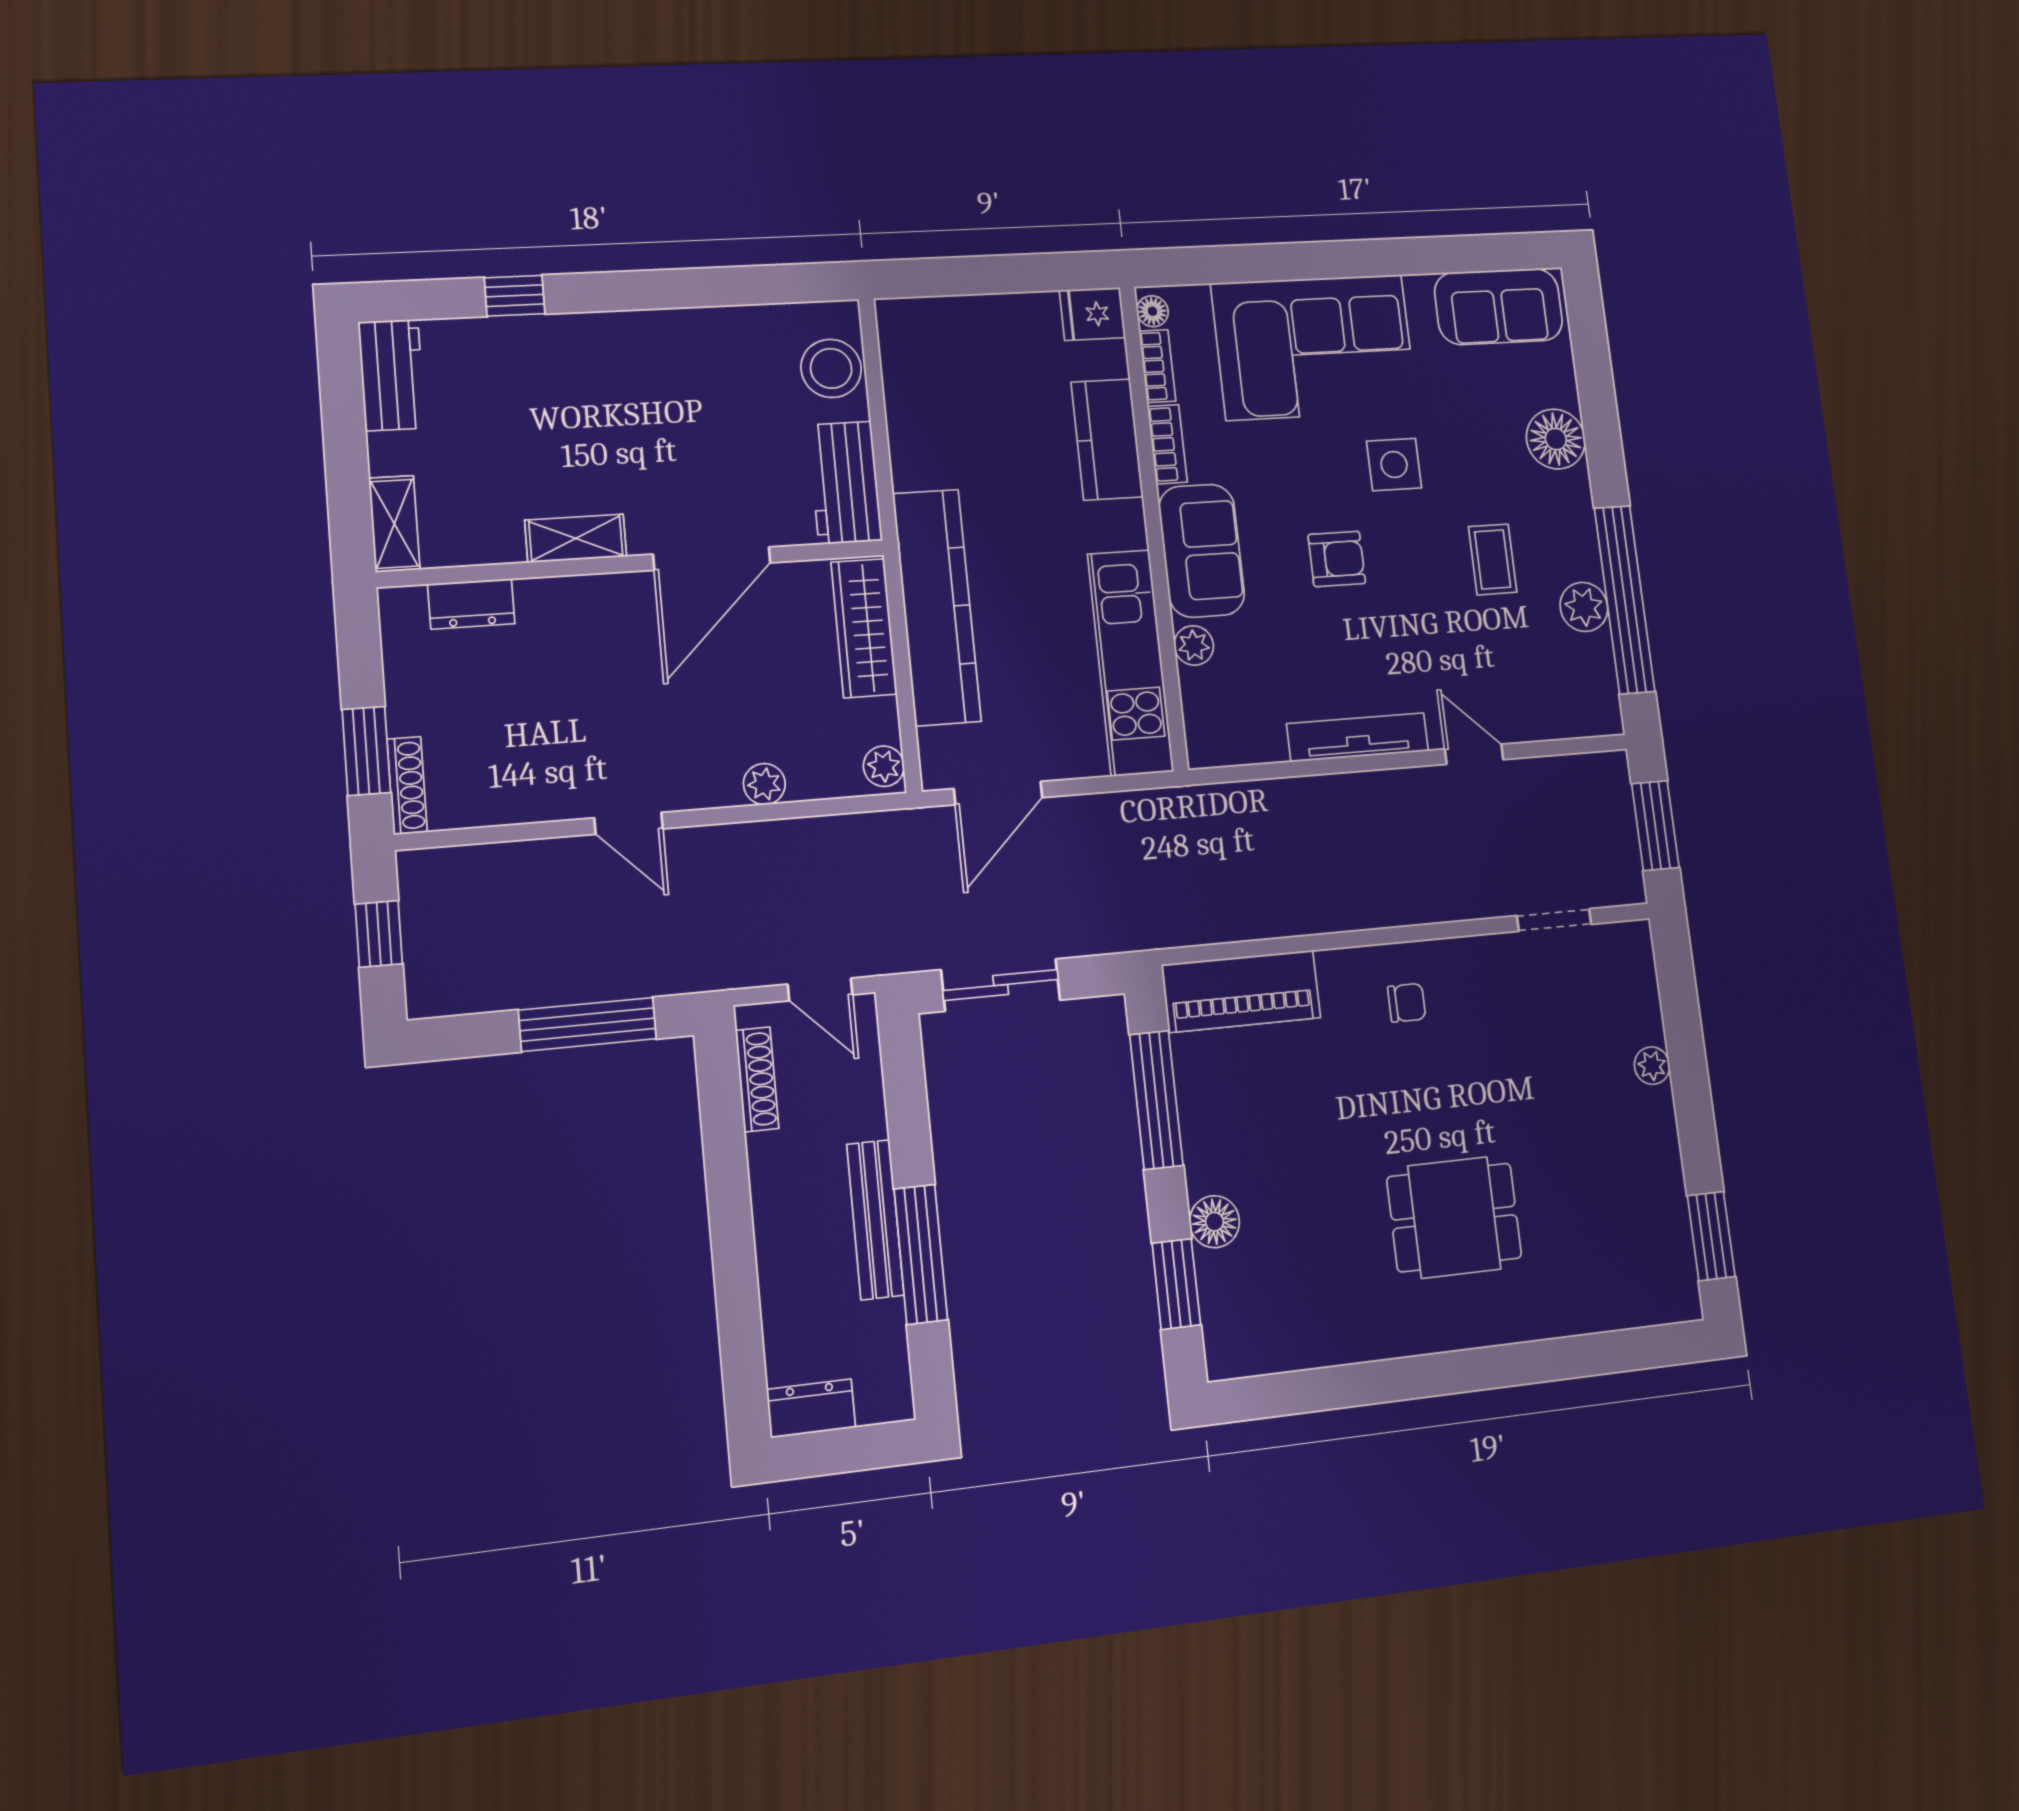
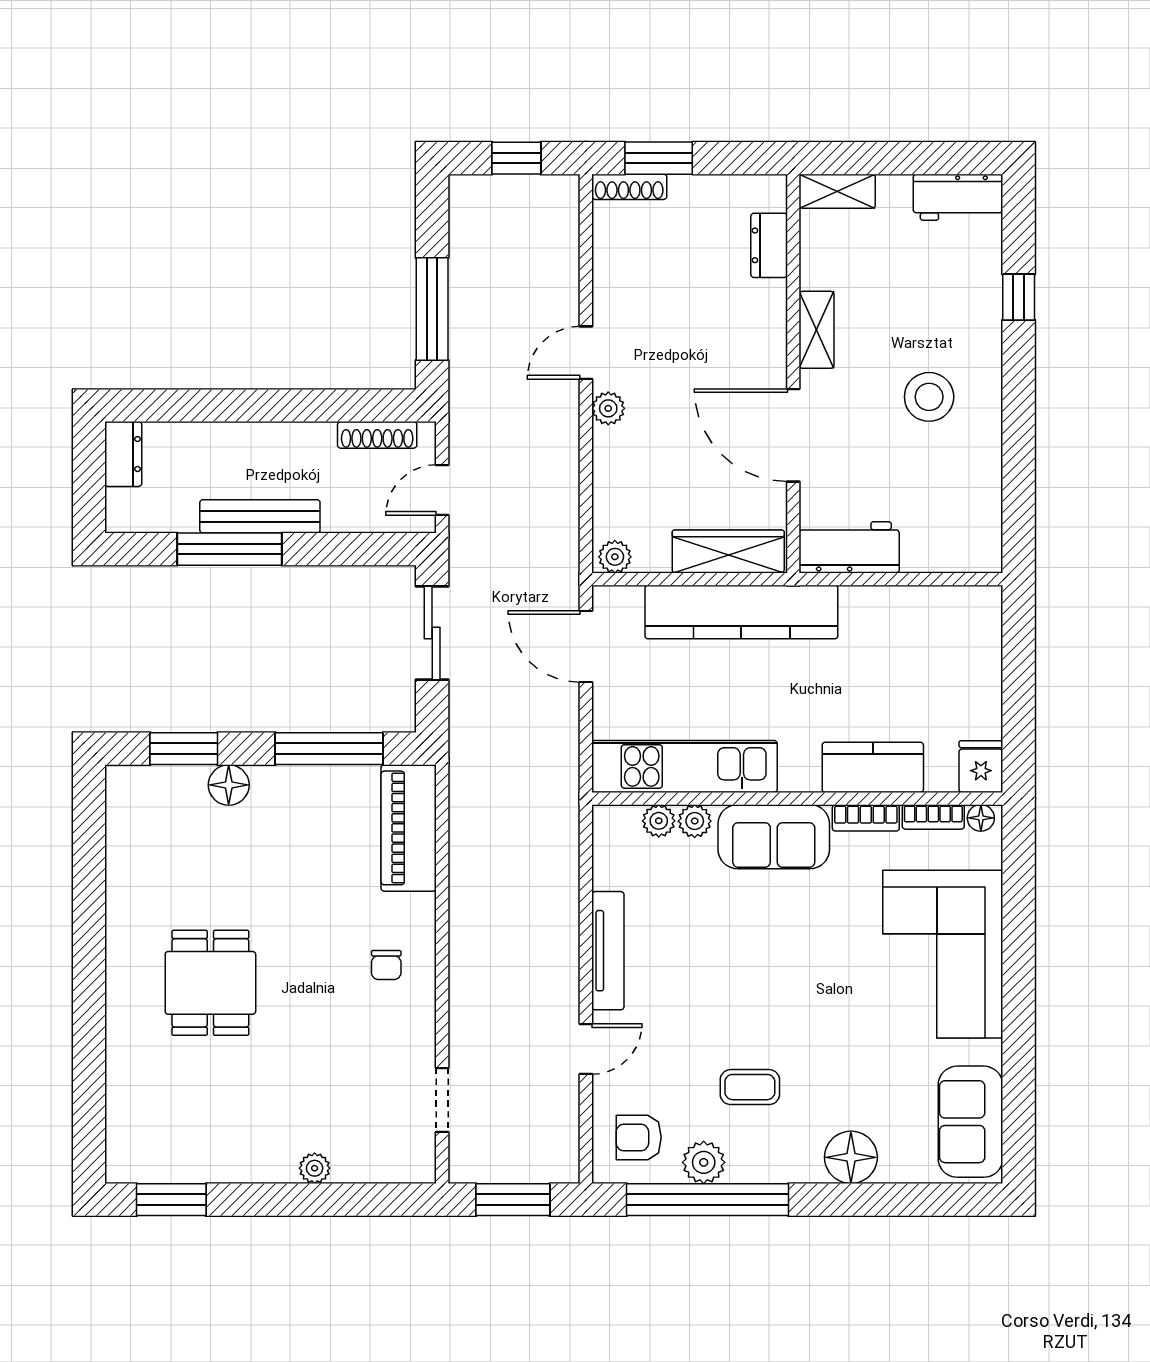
stool: (831, 368) -> (929, 397), moved
side table: (1394, 464) -> (837, 1011), removed
armchair: (1337, 559) -> (639, 1137), moved, turned 90
plant: (1198, 688) -> (659, 821), added
plant: (764, 784) -> (608, 408), moved

